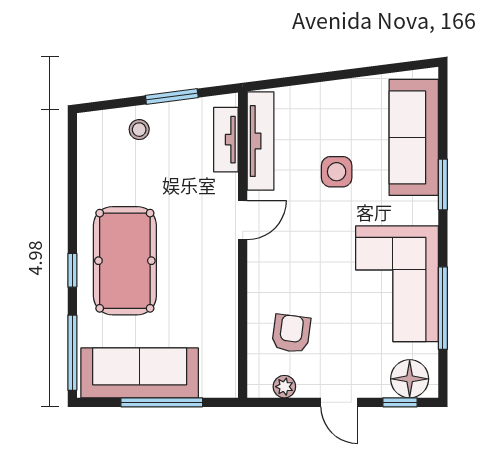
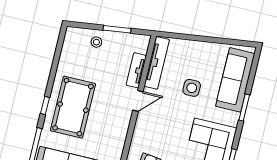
tv unit: (226, 140) -> (136, 70), moved

